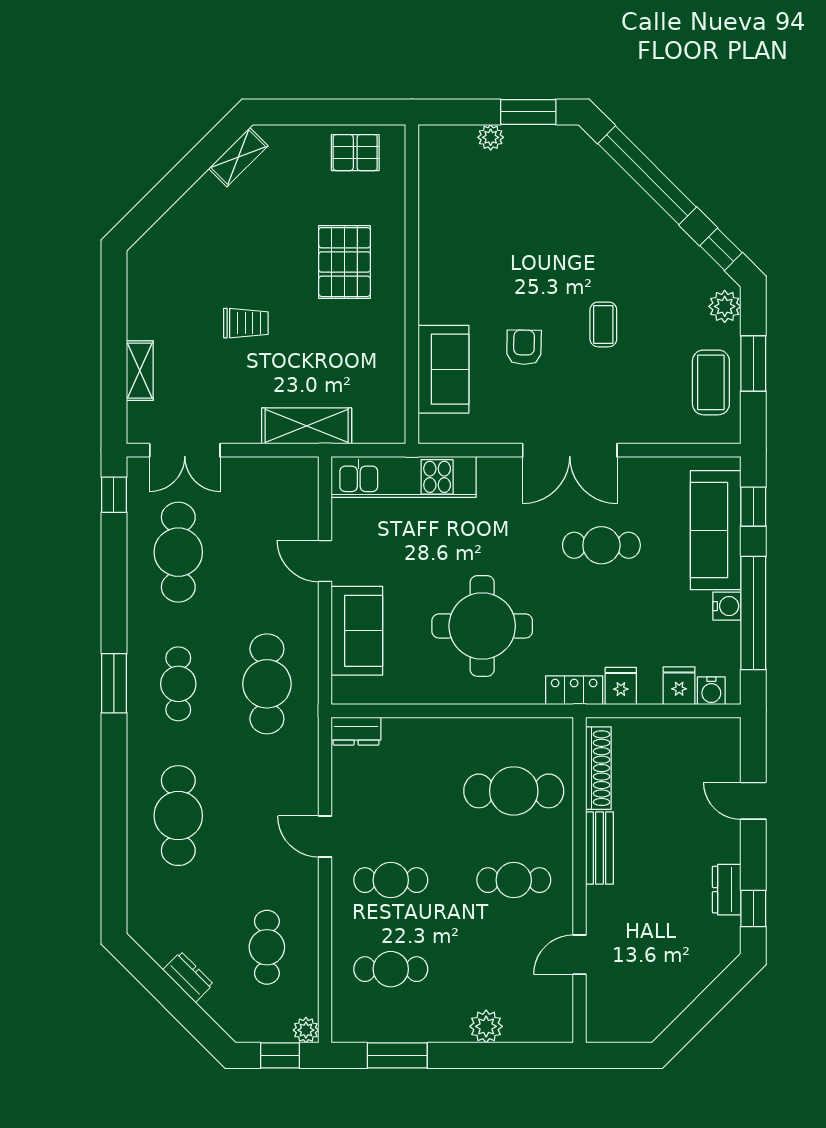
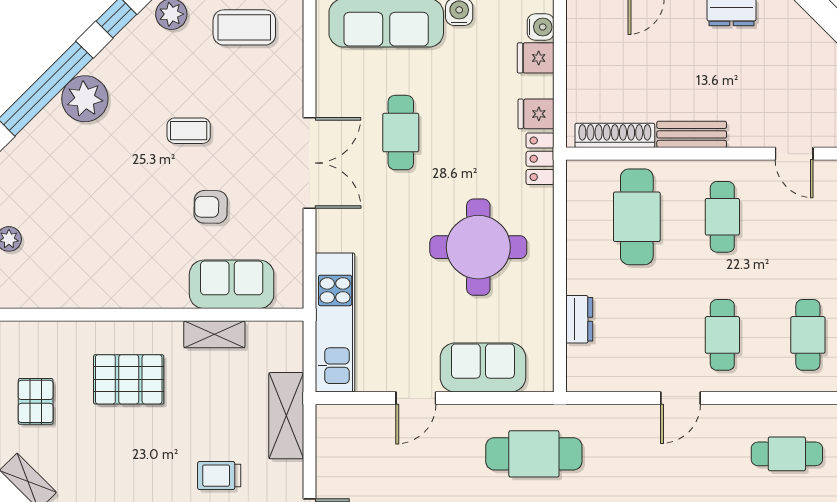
pallet: (355, 153) -> (36, 401), moved
plant: (637, 216) -> (85, 99), added
trolley: (246, 323) -> (219, 476), moved, turned -90
shelving: (391, 351) -> (214, 334), added
dresser: (356, 731) -> (579, 319), moved

